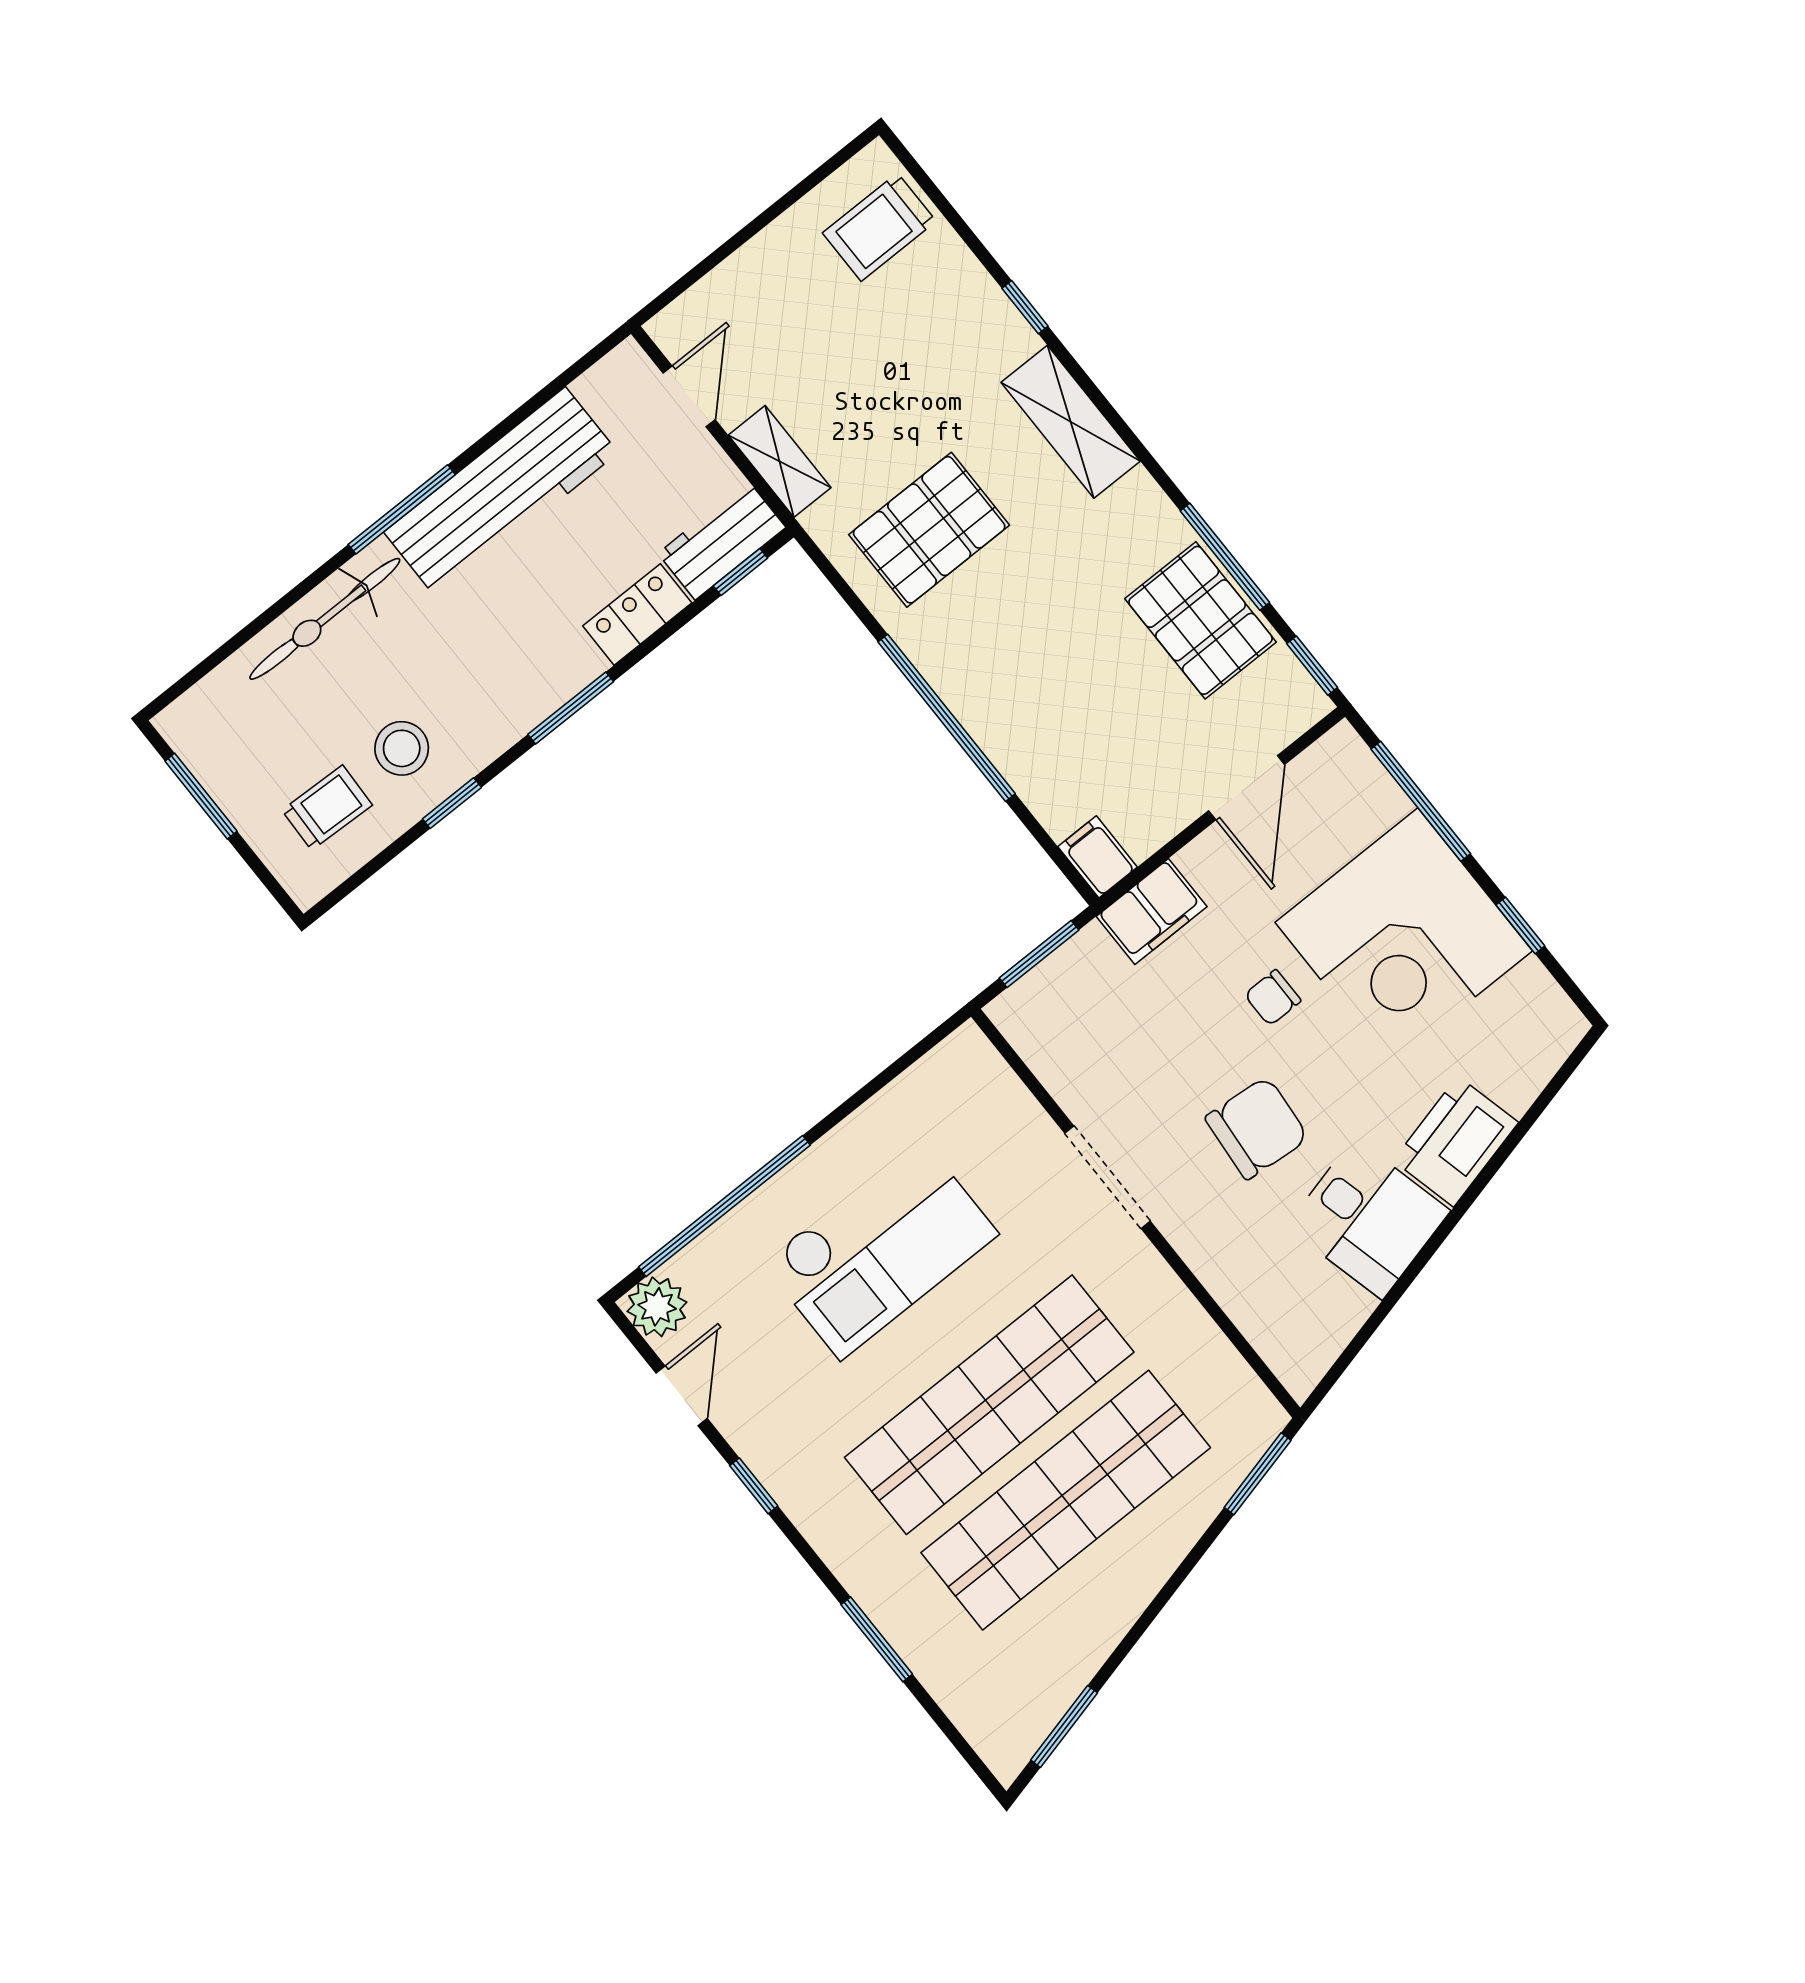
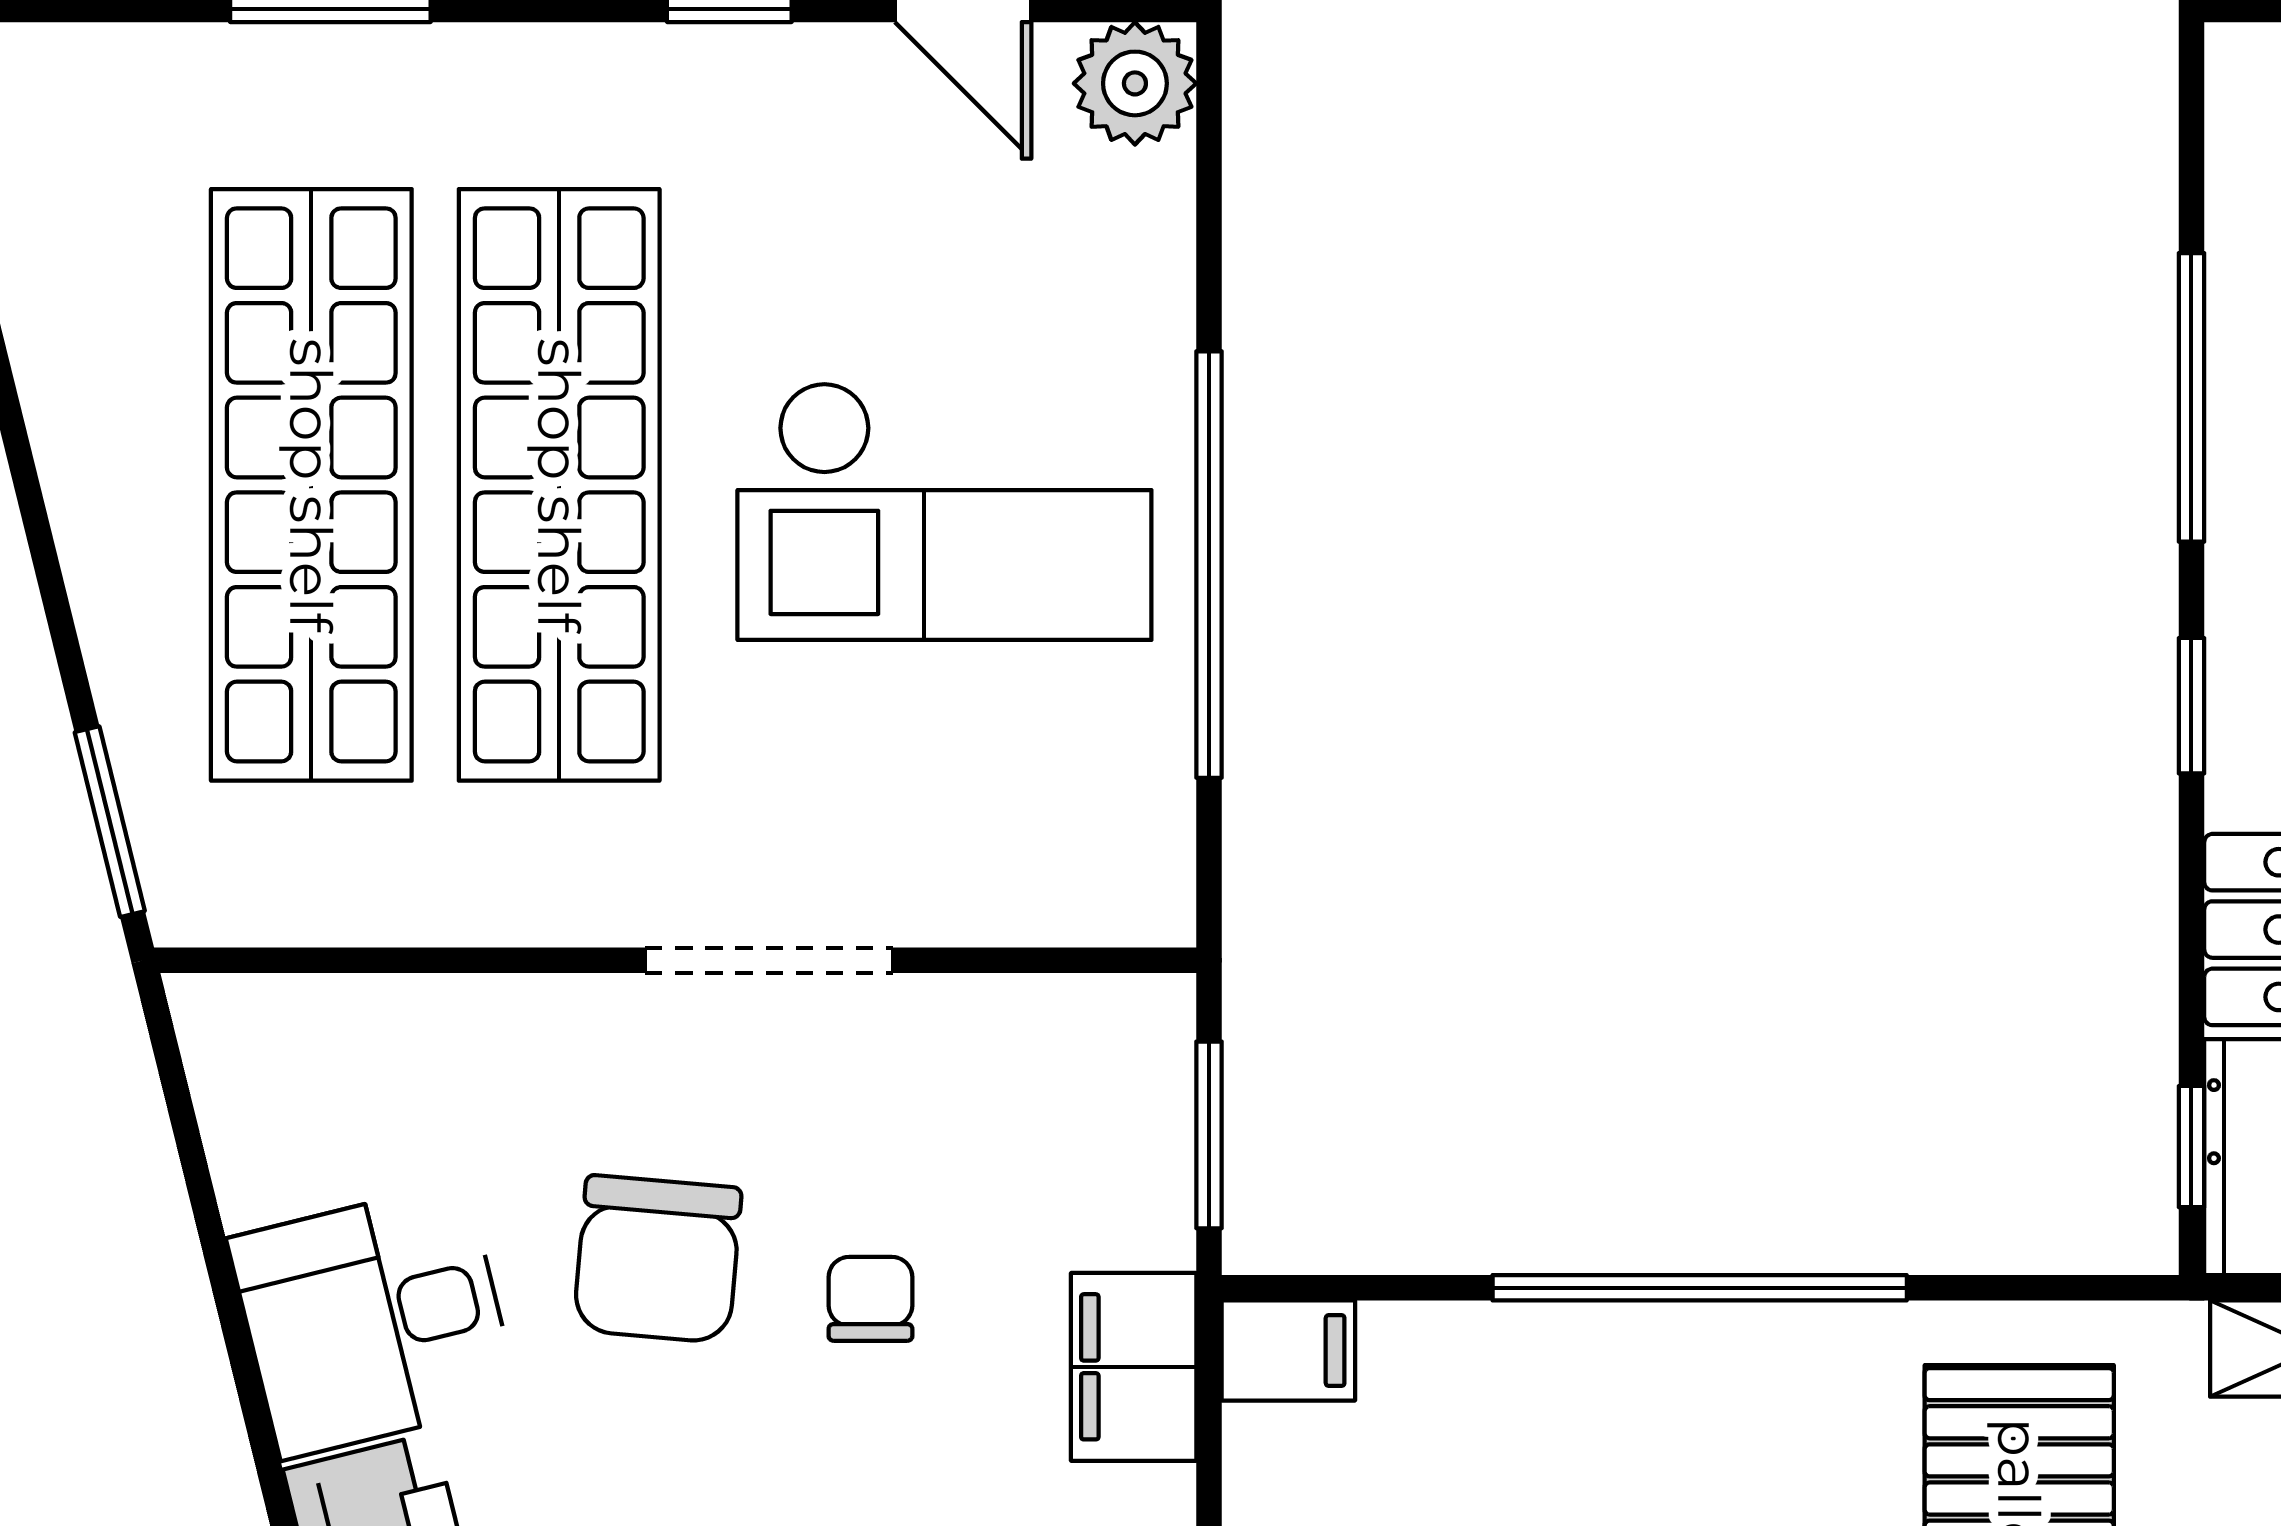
window: (571, 708) -> (2191, 706), width x0.67
window: (452, 803) -> (2191, 397), width x2.17
chair: (1273, 998) -> (870, 1299), moved
window: (724, 1206) -> (1209, 565), moved
checkout: (880, 1248) -> (944, 511), turned -90

